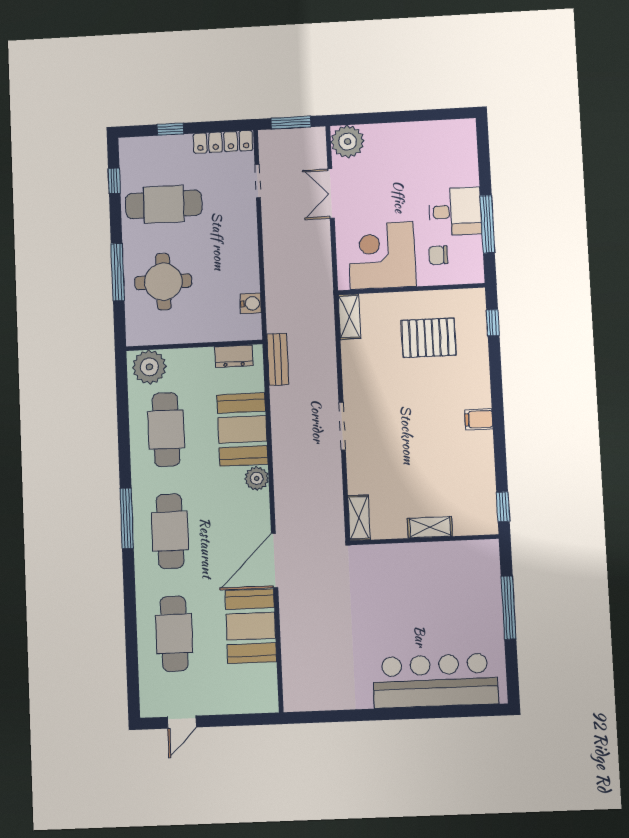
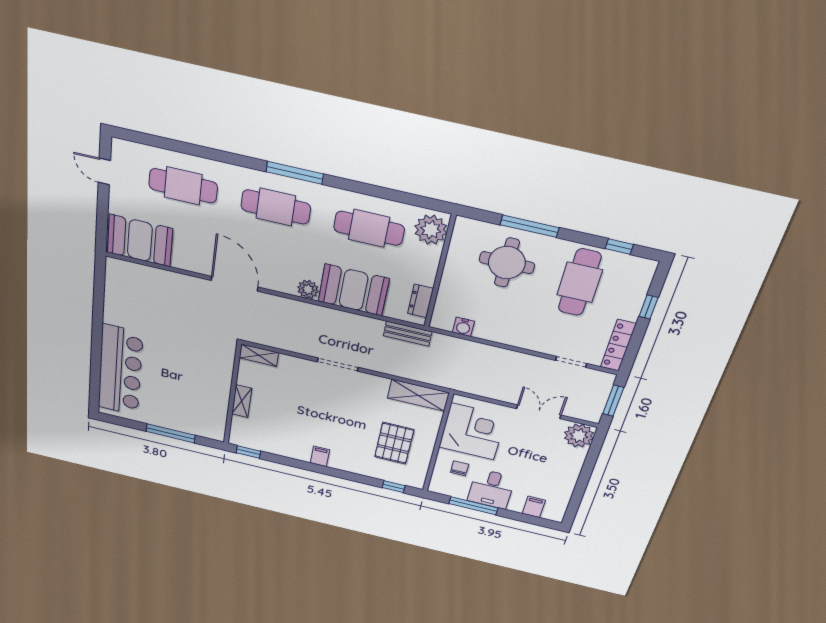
filing cabinet: (464, 157) -> (534, 507), added
shelving: (349, 317) -> (418, 395), width x1.50, depth x1.33
booth: (251, 626) -> (140, 240), moved

